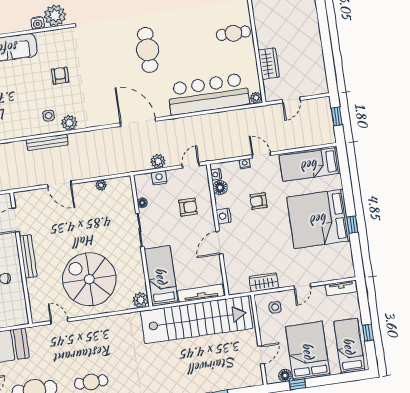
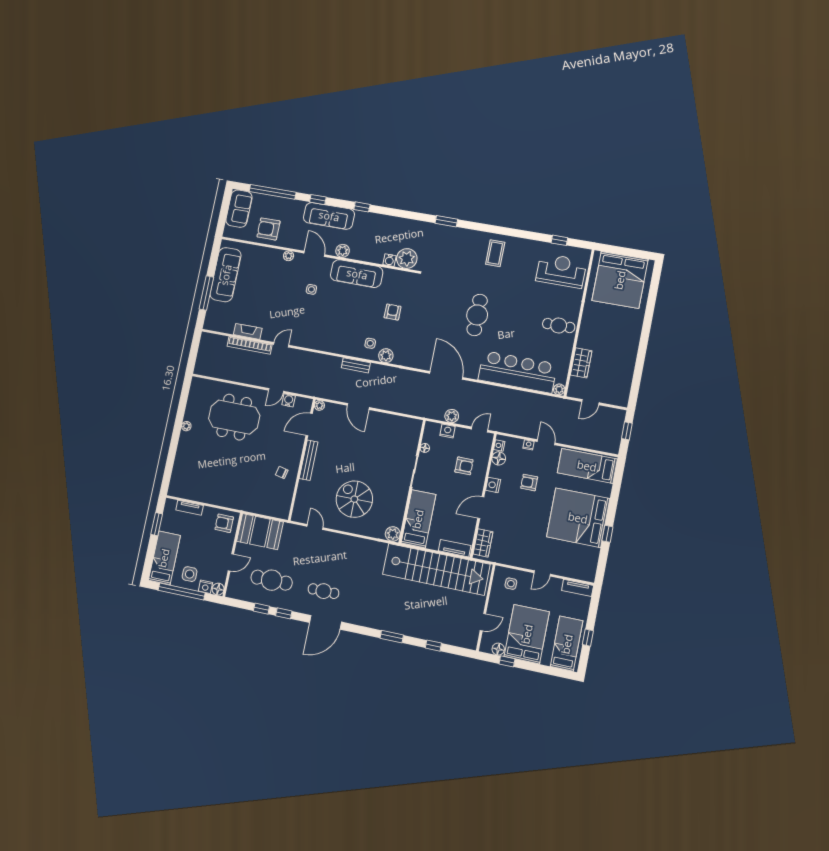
bench: (47, 142) -> (356, 365), width x0.73
plant: (101, 185) -> (319, 405), moved
spiral stairs: (89, 279) -> (354, 499), width x0.73, depth x0.73
wardrobe: (264, 282) -> (483, 543), moved, turned 90
tv unit: (201, 293) -> (455, 548), width x0.71

